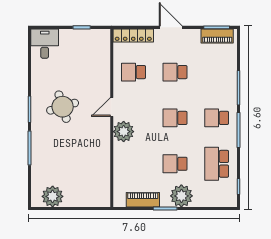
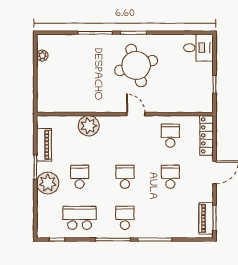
round table: (63, 107) -> (136, 65), width x1.36, depth x1.36
plant: (124, 132) -> (89, 126), moved
plant: (53, 196) -> (42, 55), width x0.53, depth x0.53

